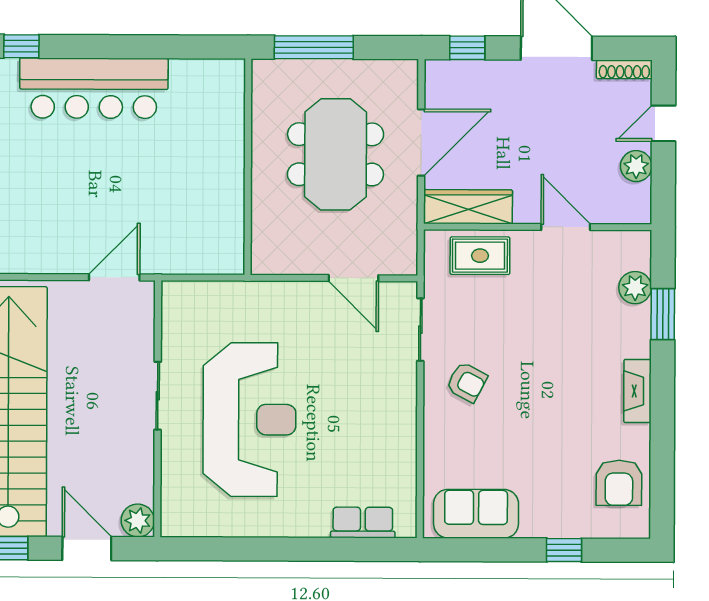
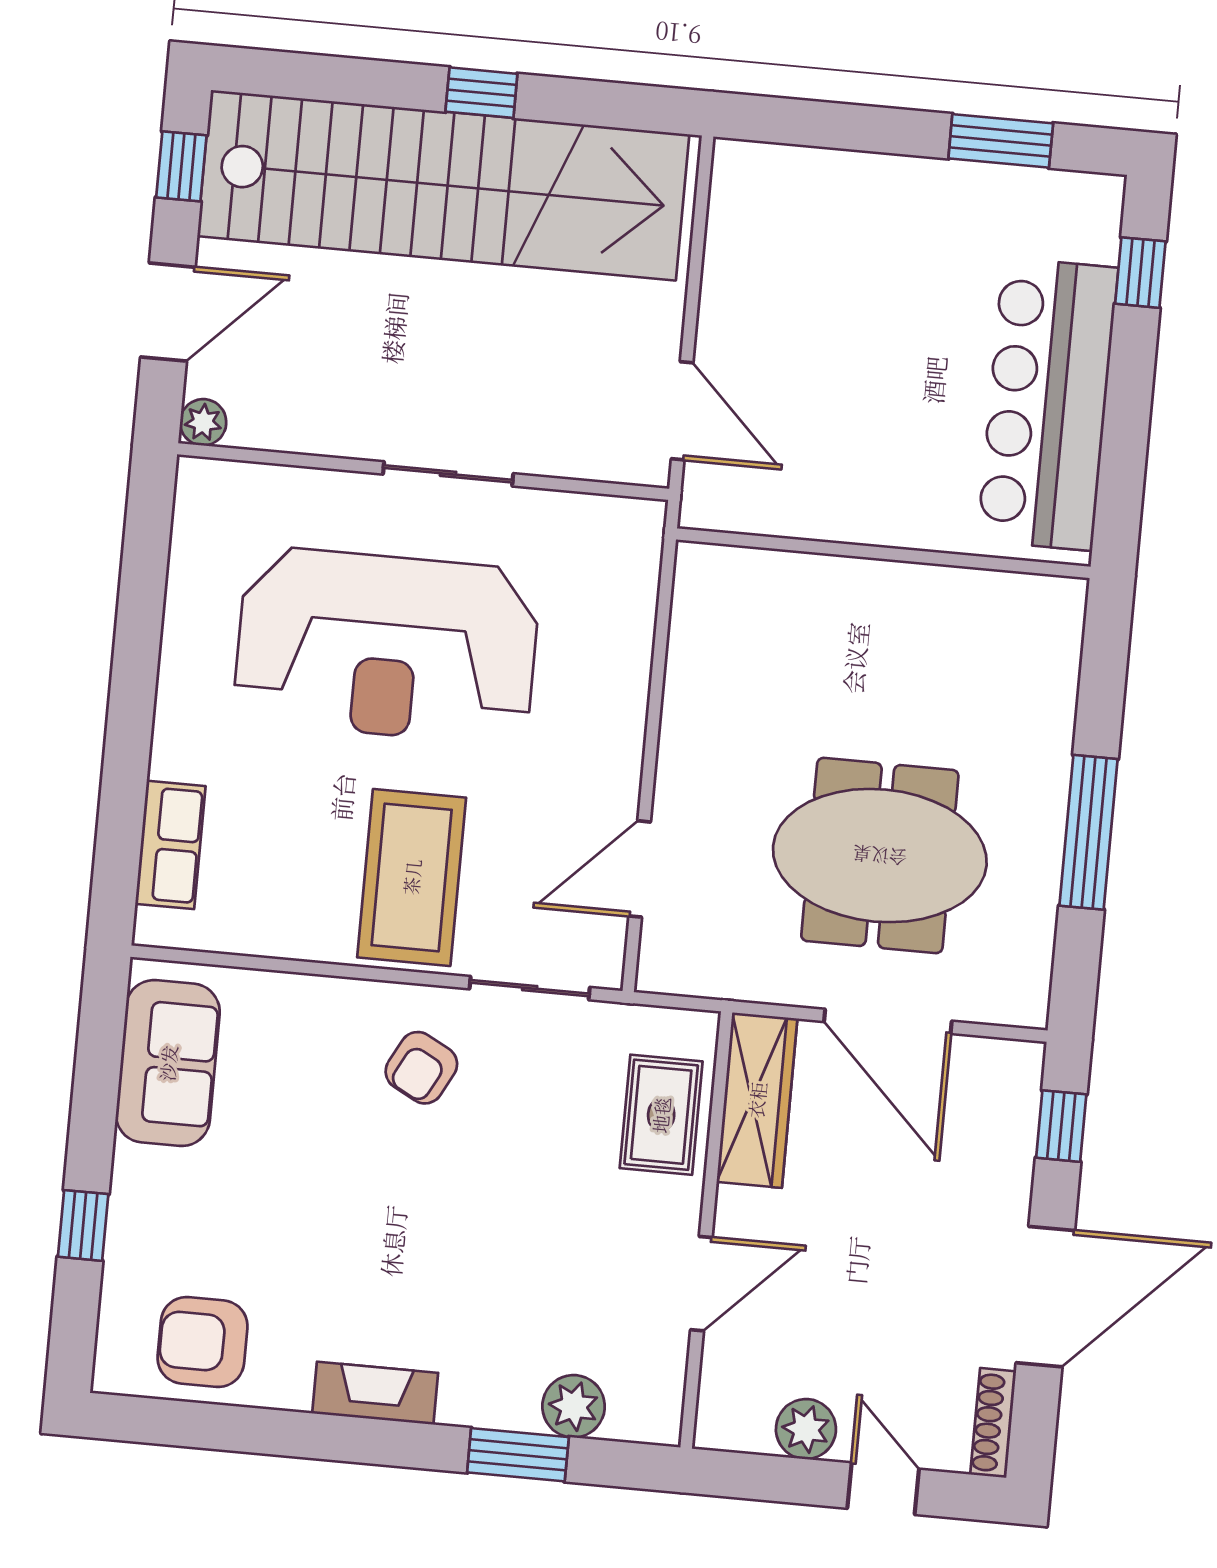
wall: (248, 167) -> (883, 553), moved
coffee table: (369, 396) -> (412, 877), added
plant: (138, 520) -> (203, 422), width x0.73, depth x0.73

